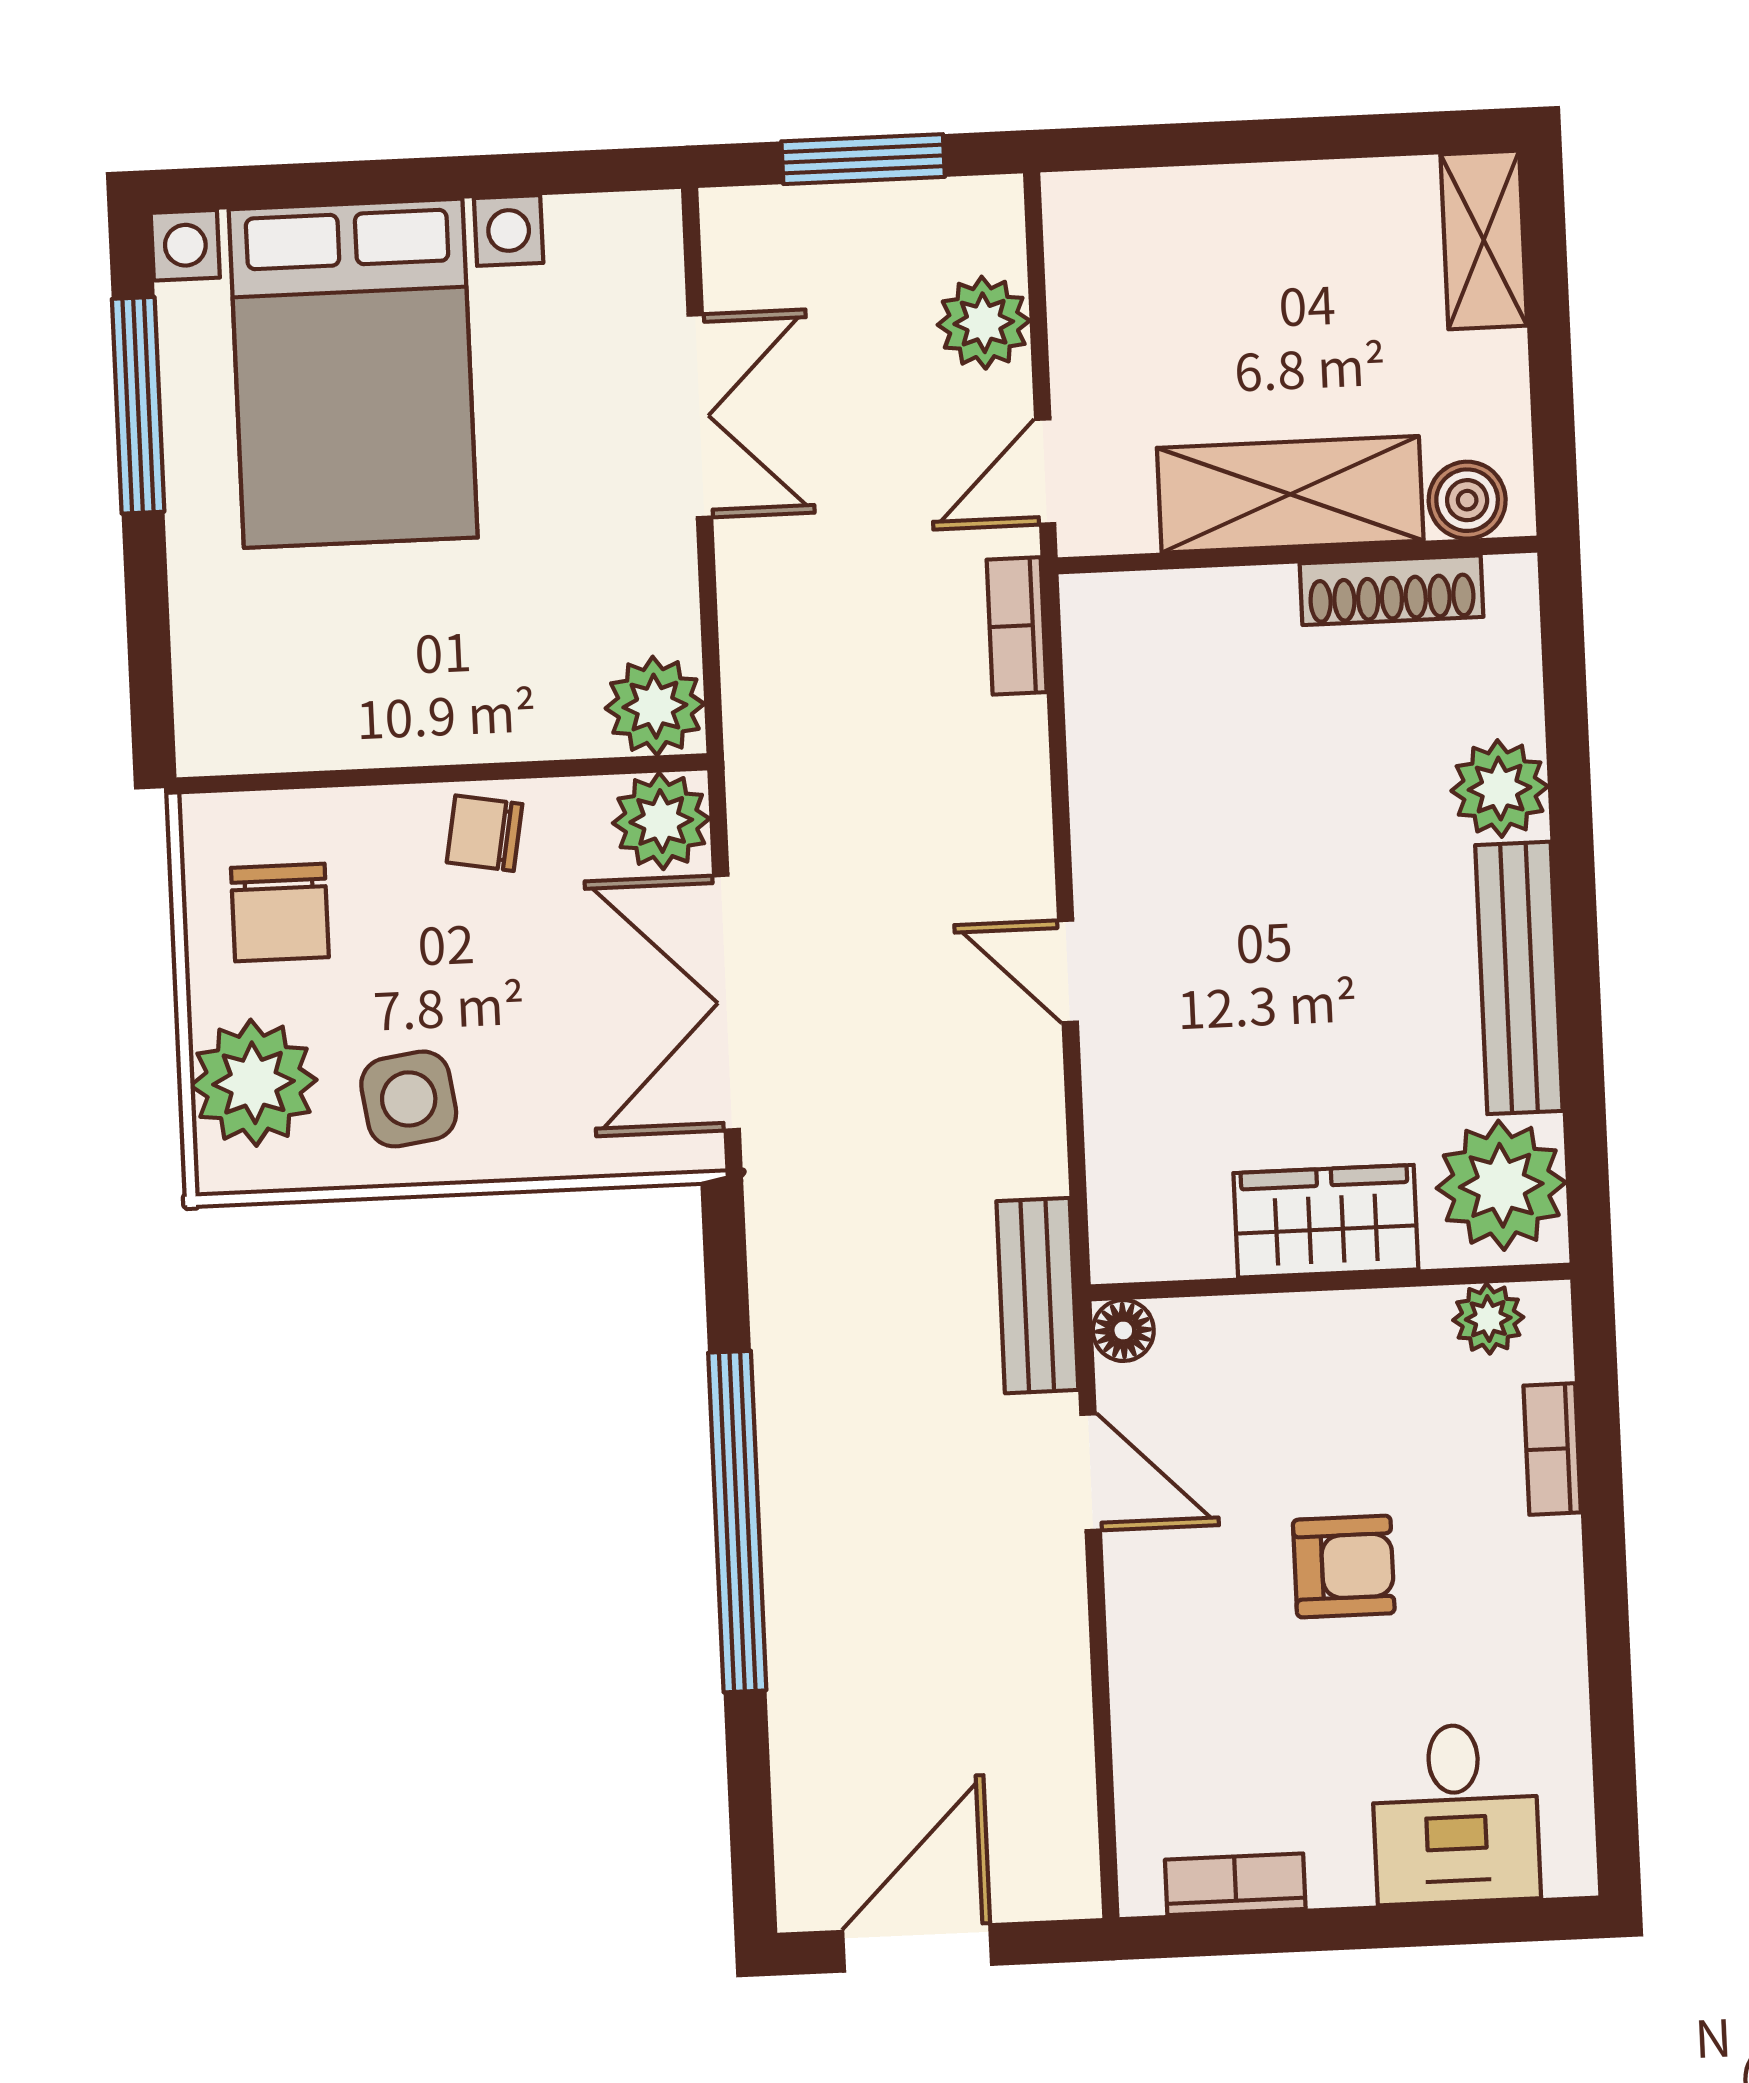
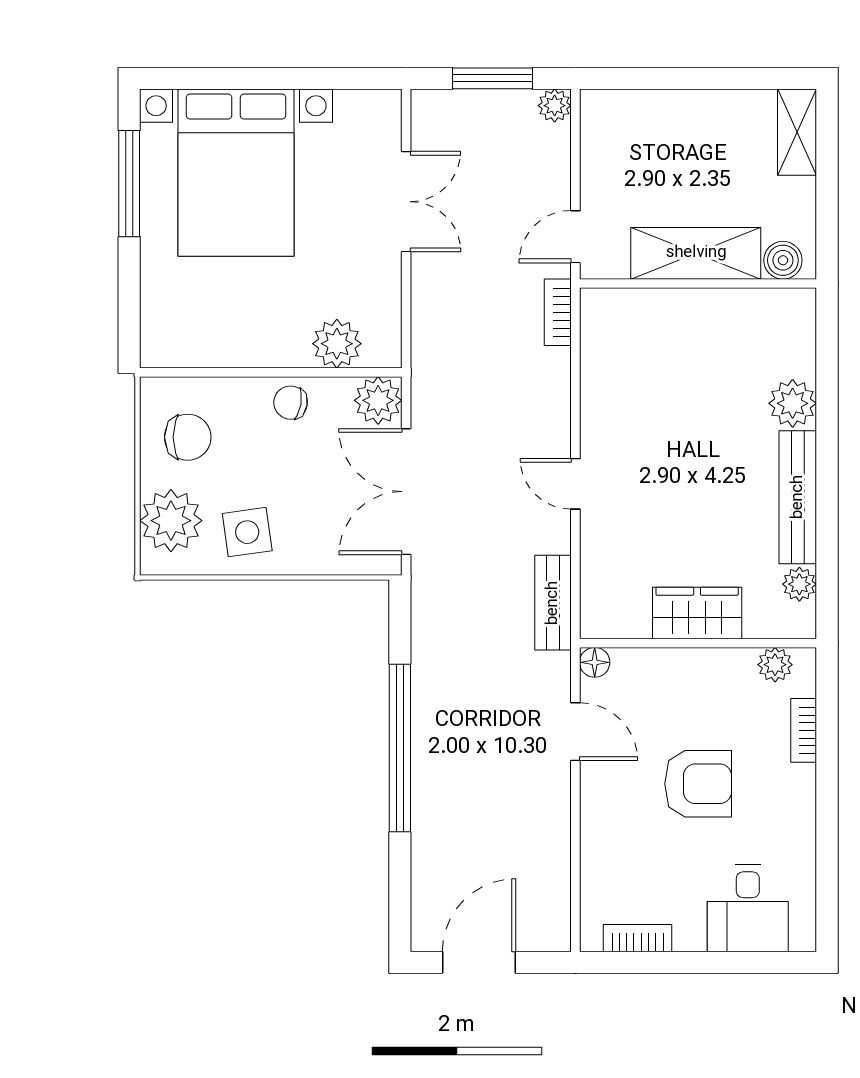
plant: (984, 323) -> (555, 106), moved, width x0.73, depth x0.73
shoe rack: (1392, 590) -> (744, 303), removed
plant: (655, 706) -> (337, 344), moved
chair: (280, 913) -> (188, 437), turned -90
plant: (1501, 1185) -> (799, 584), width x0.53, depth x0.53
bench: (1037, 1296) -> (553, 603), moved
armchair: (1344, 1567) -> (698, 784), width x1.38, depth x1.38

